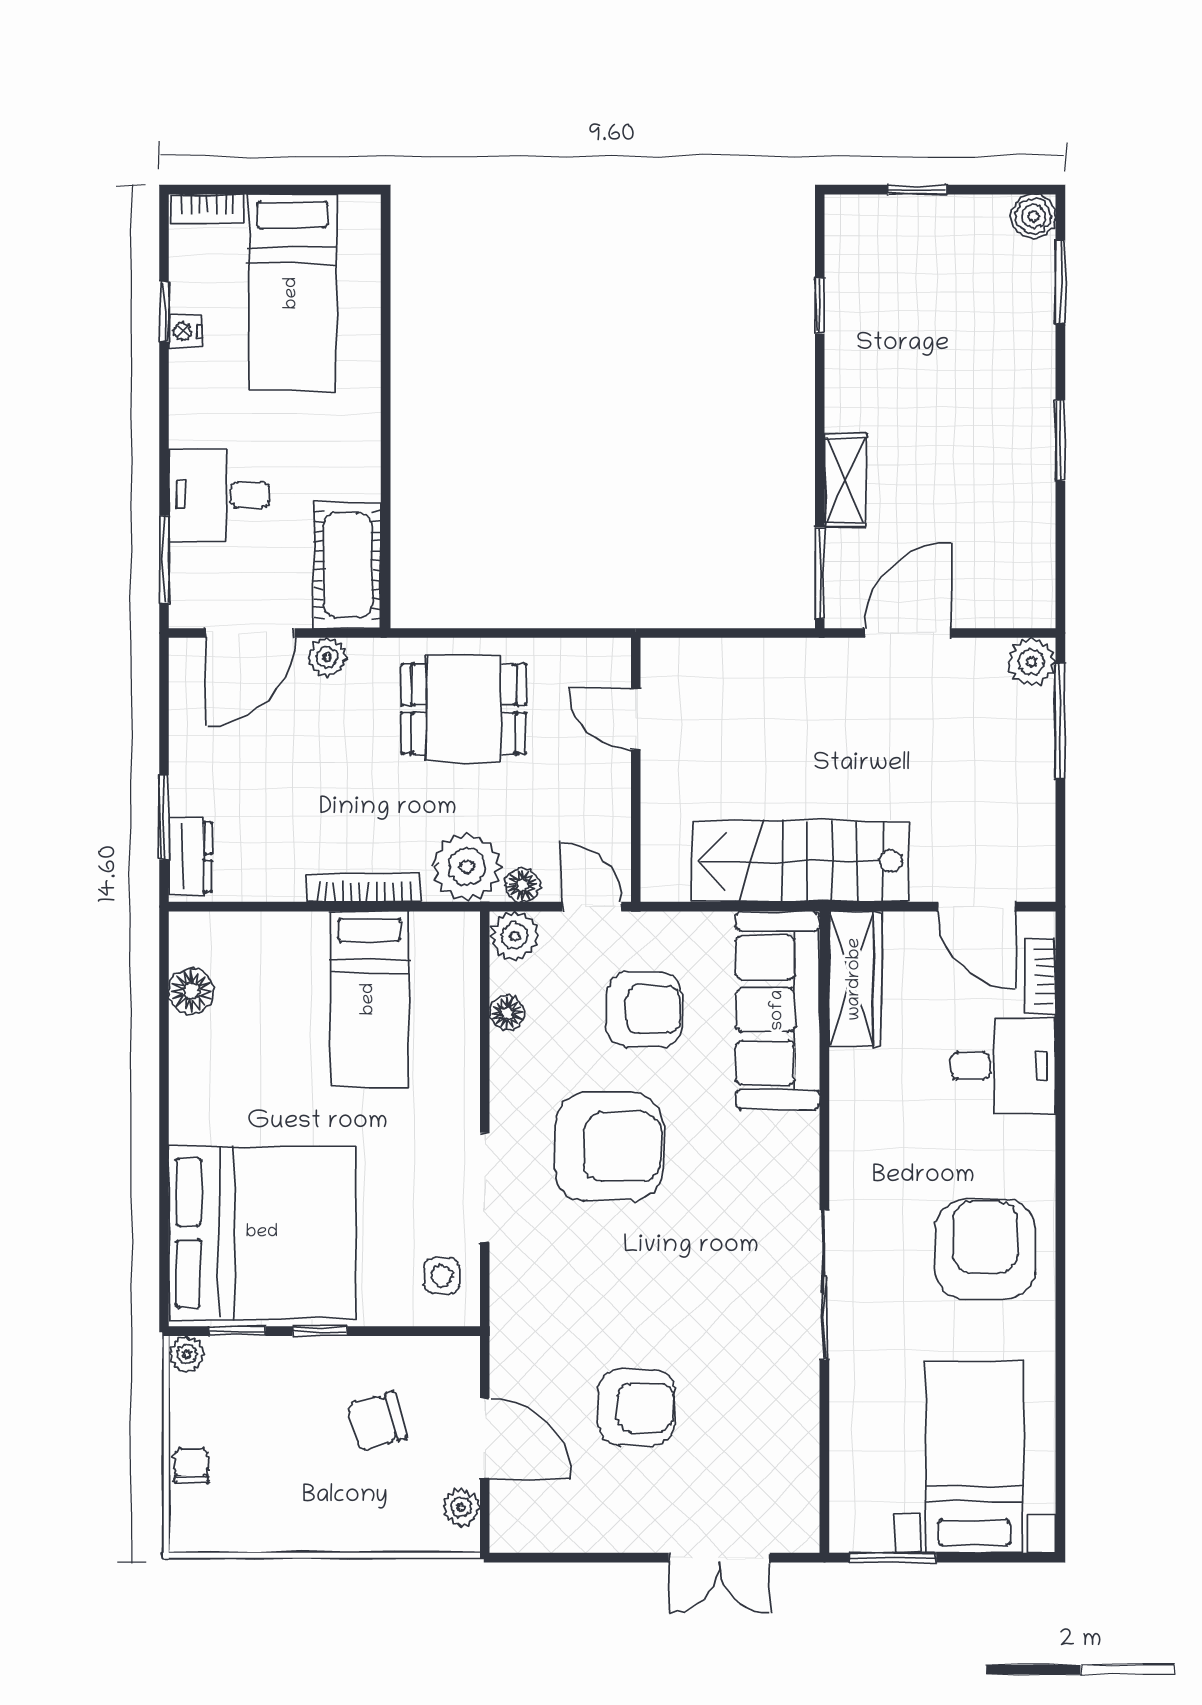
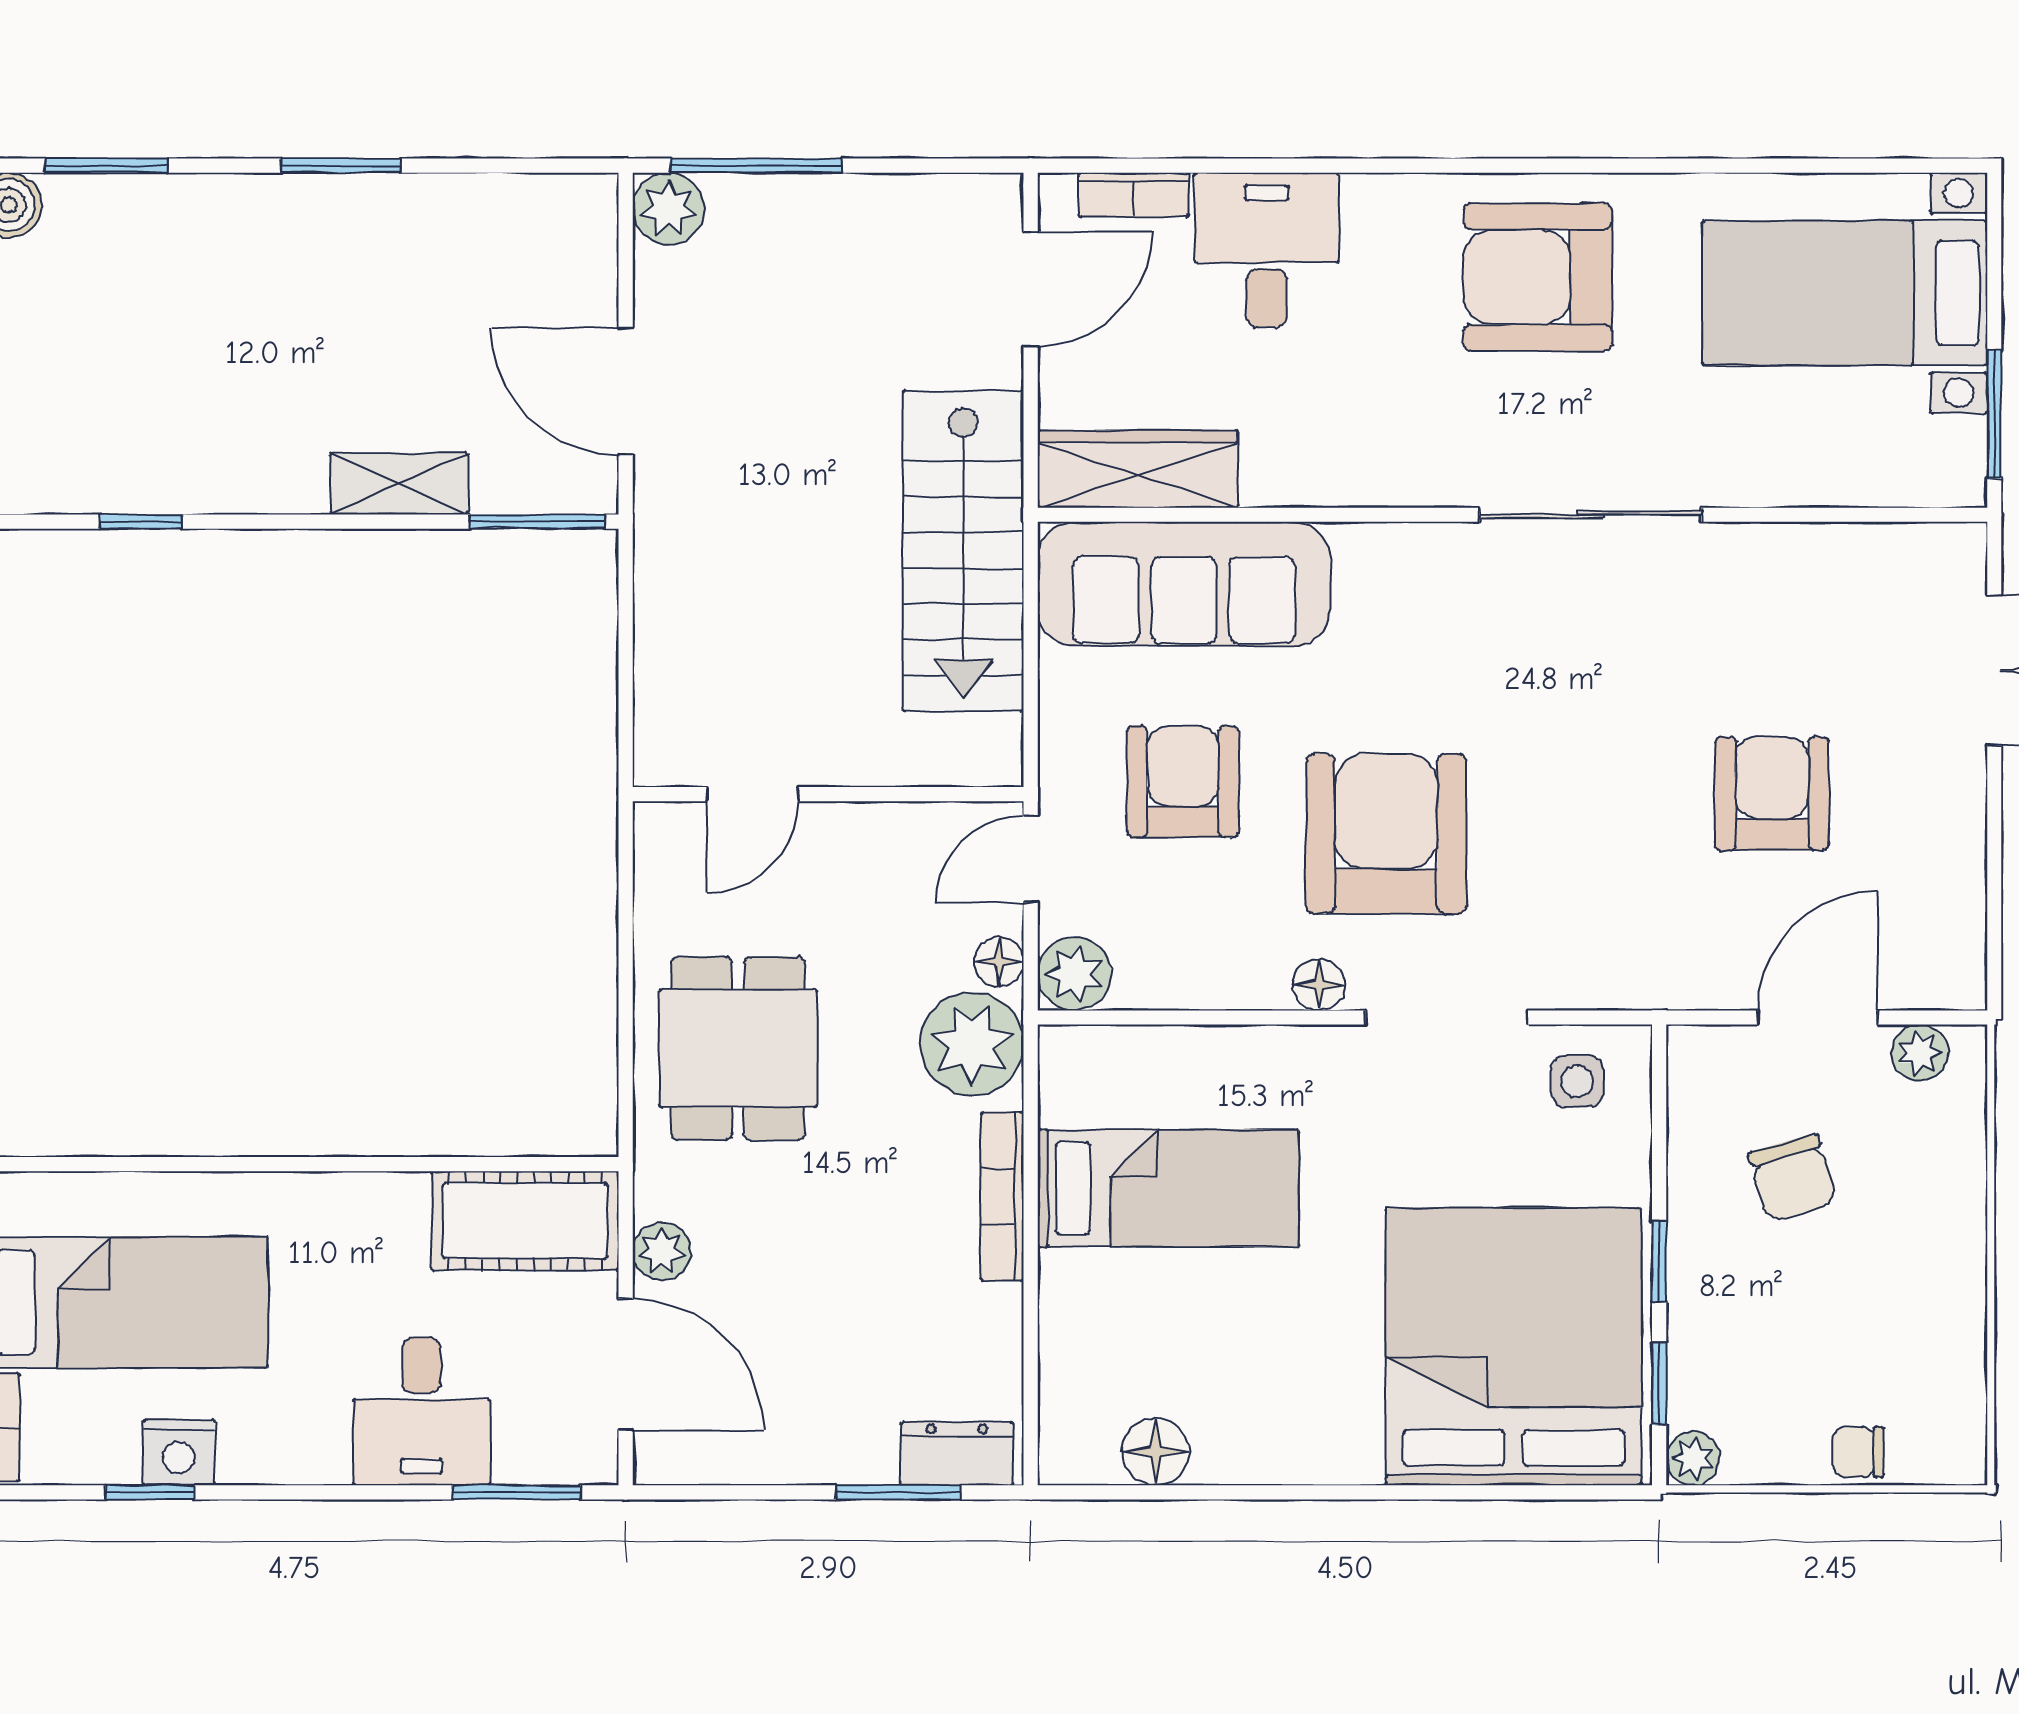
nightstand: (185, 331) -> (179, 1452), width x1.39, depth x1.35
floor lamp: (507, 1013) -> (1319, 985), moved

